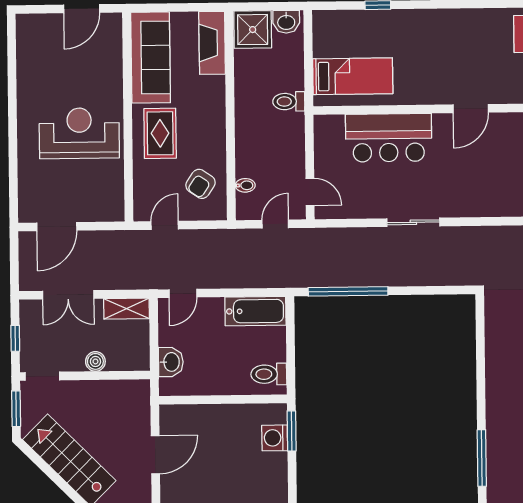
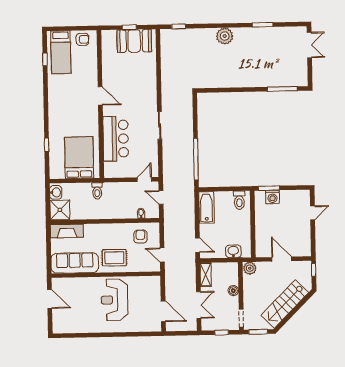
bed: (353, 76) -> (79, 158), width x1.50
armchair: (201, 184) -> (140, 236), turned -124
plant: (138, 393) -> (250, 268), added

